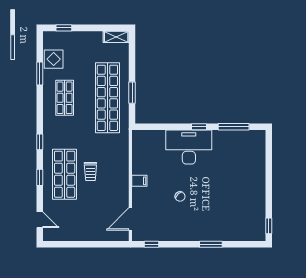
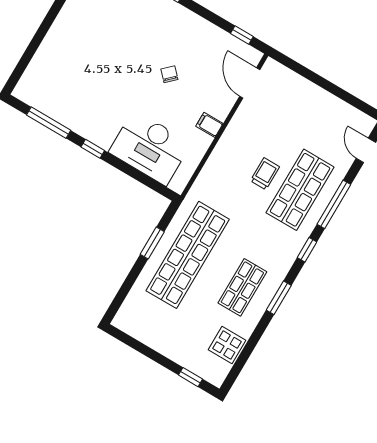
shelving: (116, 37) -> (131, 326), removed
window: (40, 74) -> (279, 298), moved
desk: (189, 147) -> (150, 148), moved
window: (40, 177) -> (334, 204), width x2.17
door: (130, 219) -> (250, 83), swing flipped

